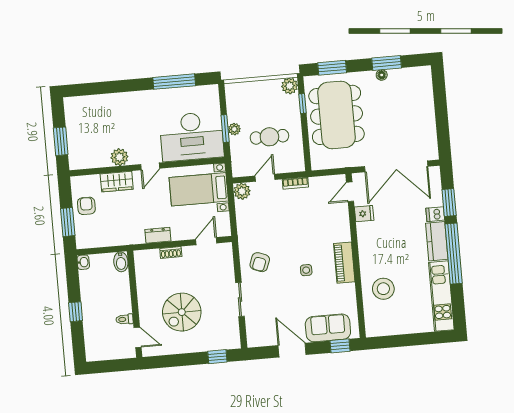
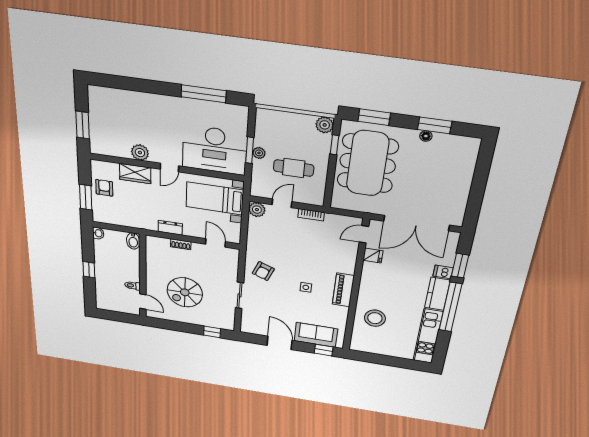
door: (206, 241) -> (215, 243), hinge flipped

